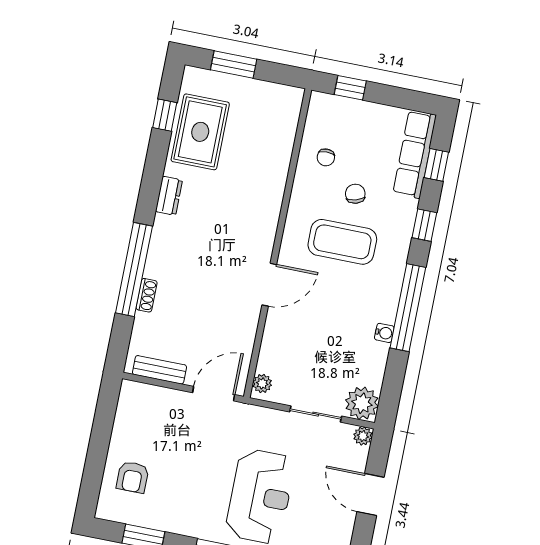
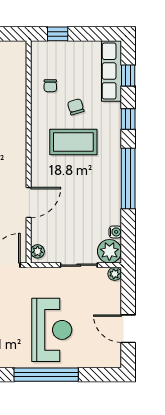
door: (269, 285) -> (29, 202), moved
water cooler: (384, 333) -> (115, 232), moved
door: (371, 495) -> (128, 329), moved

